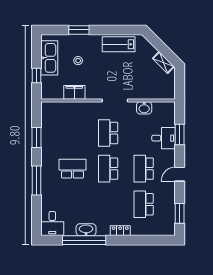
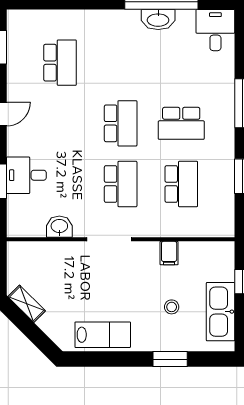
filing cabinet: (74, 92) -> (169, 253), width x0.50
school desk: (144, 169) -> (181, 184), moved
locker: (120, 231) -> (100, 18), removed

